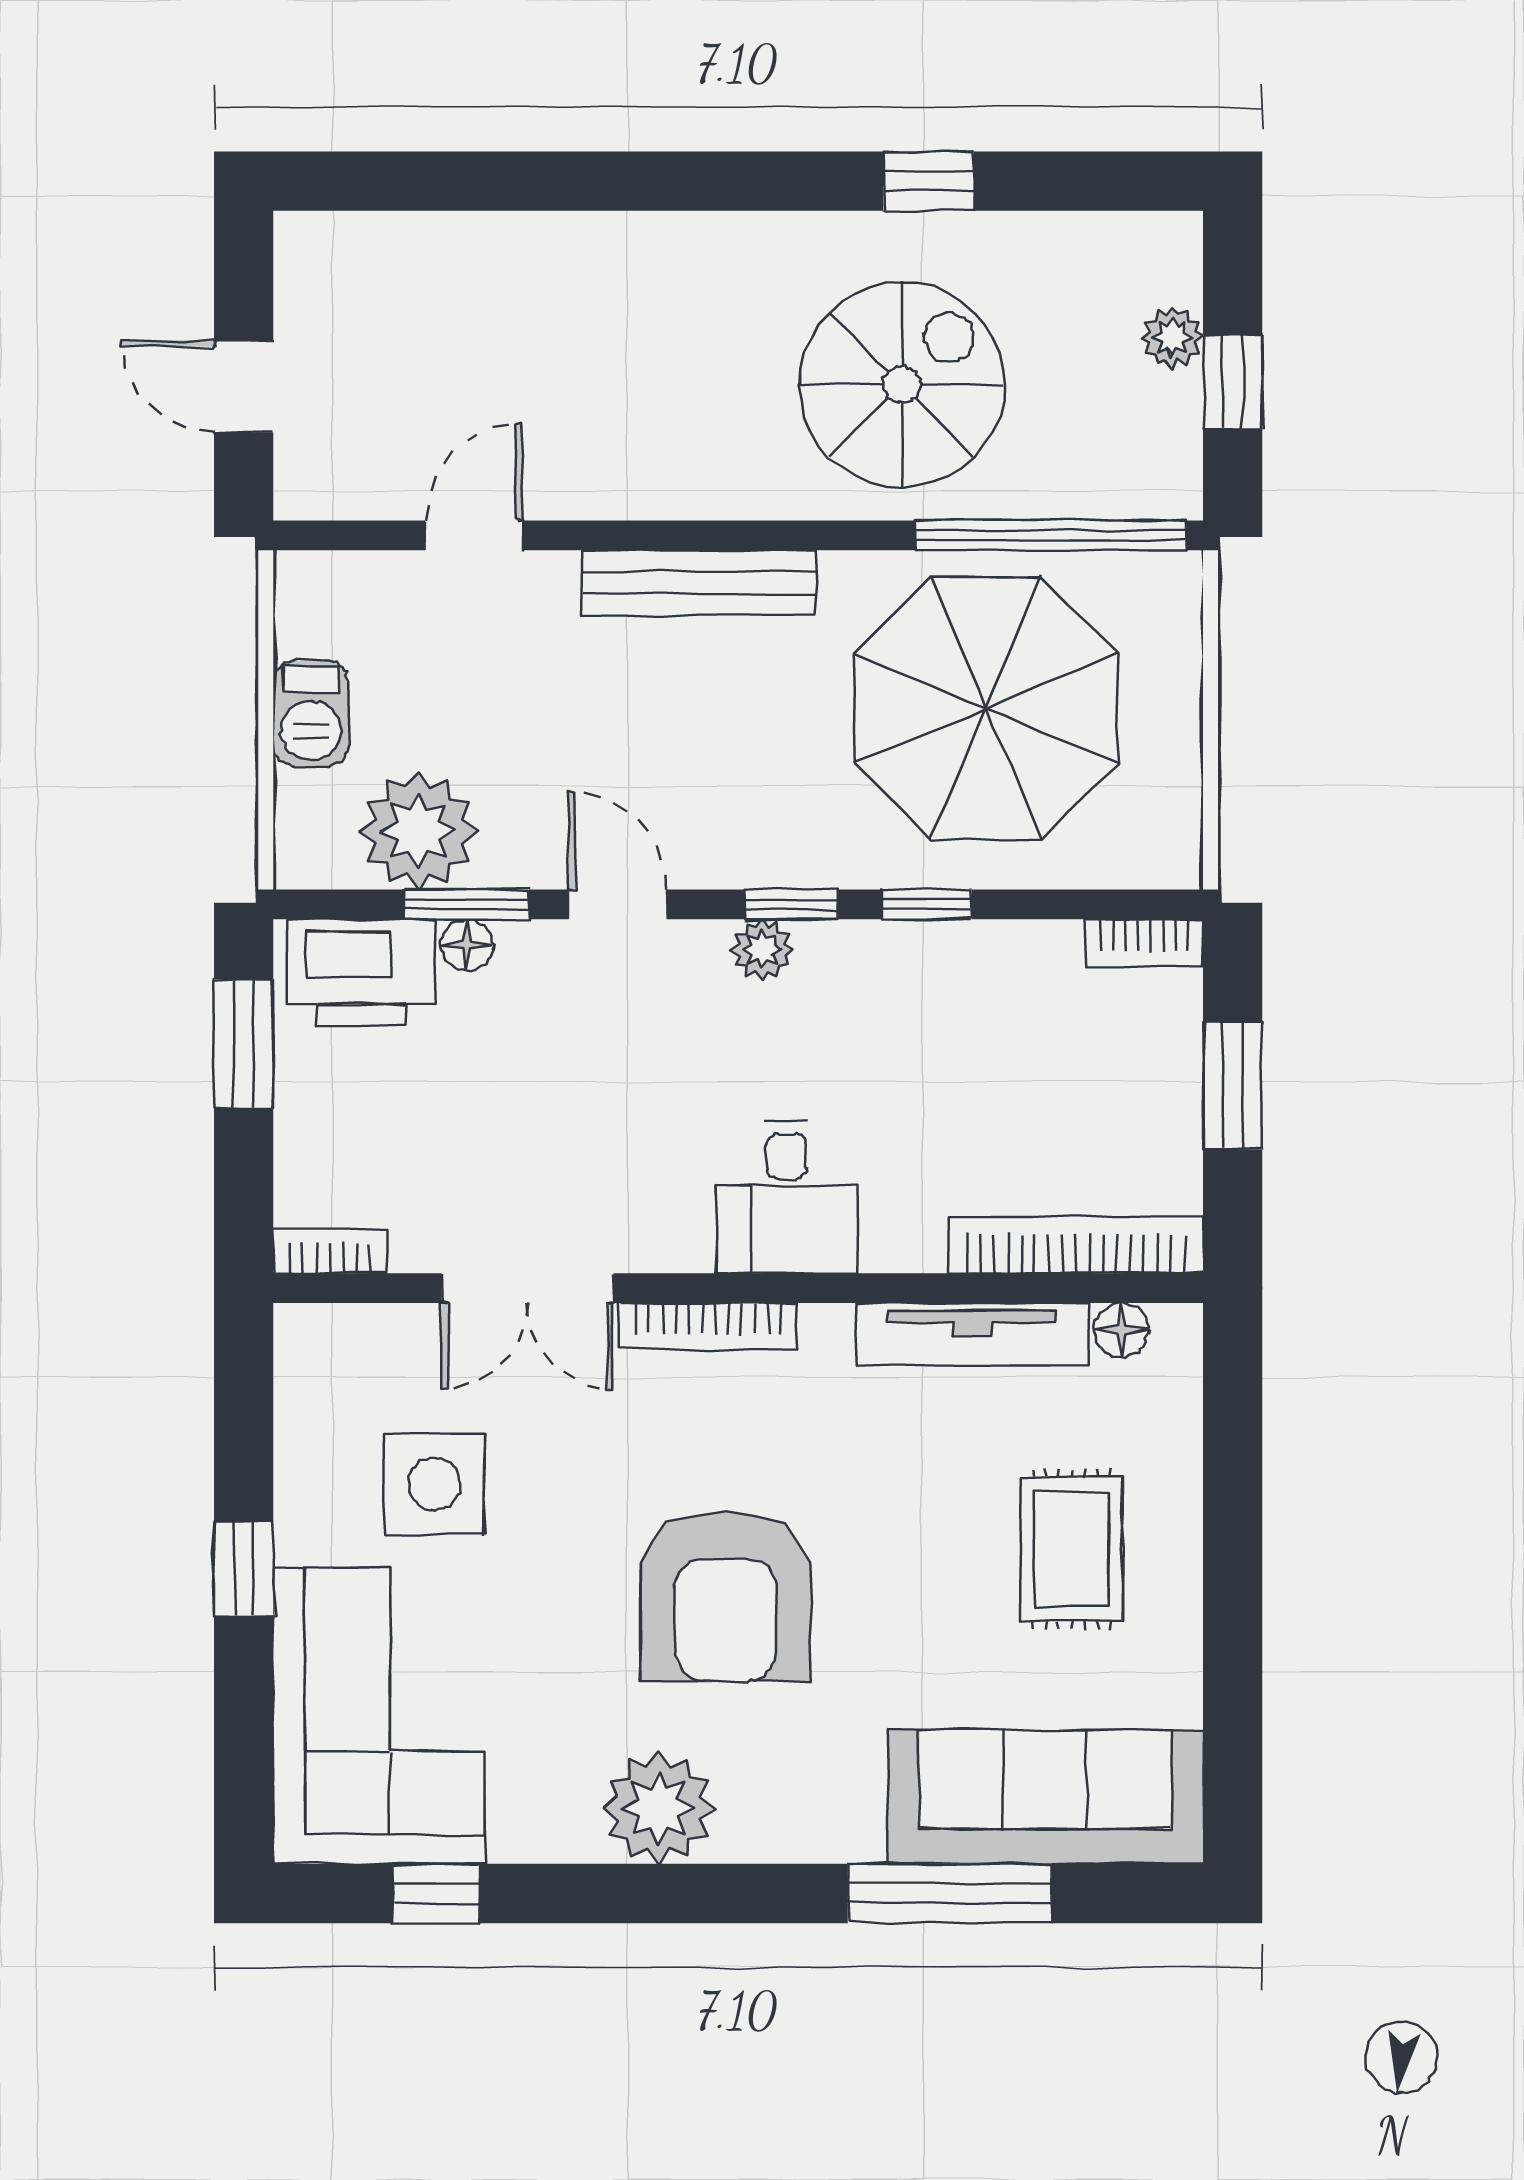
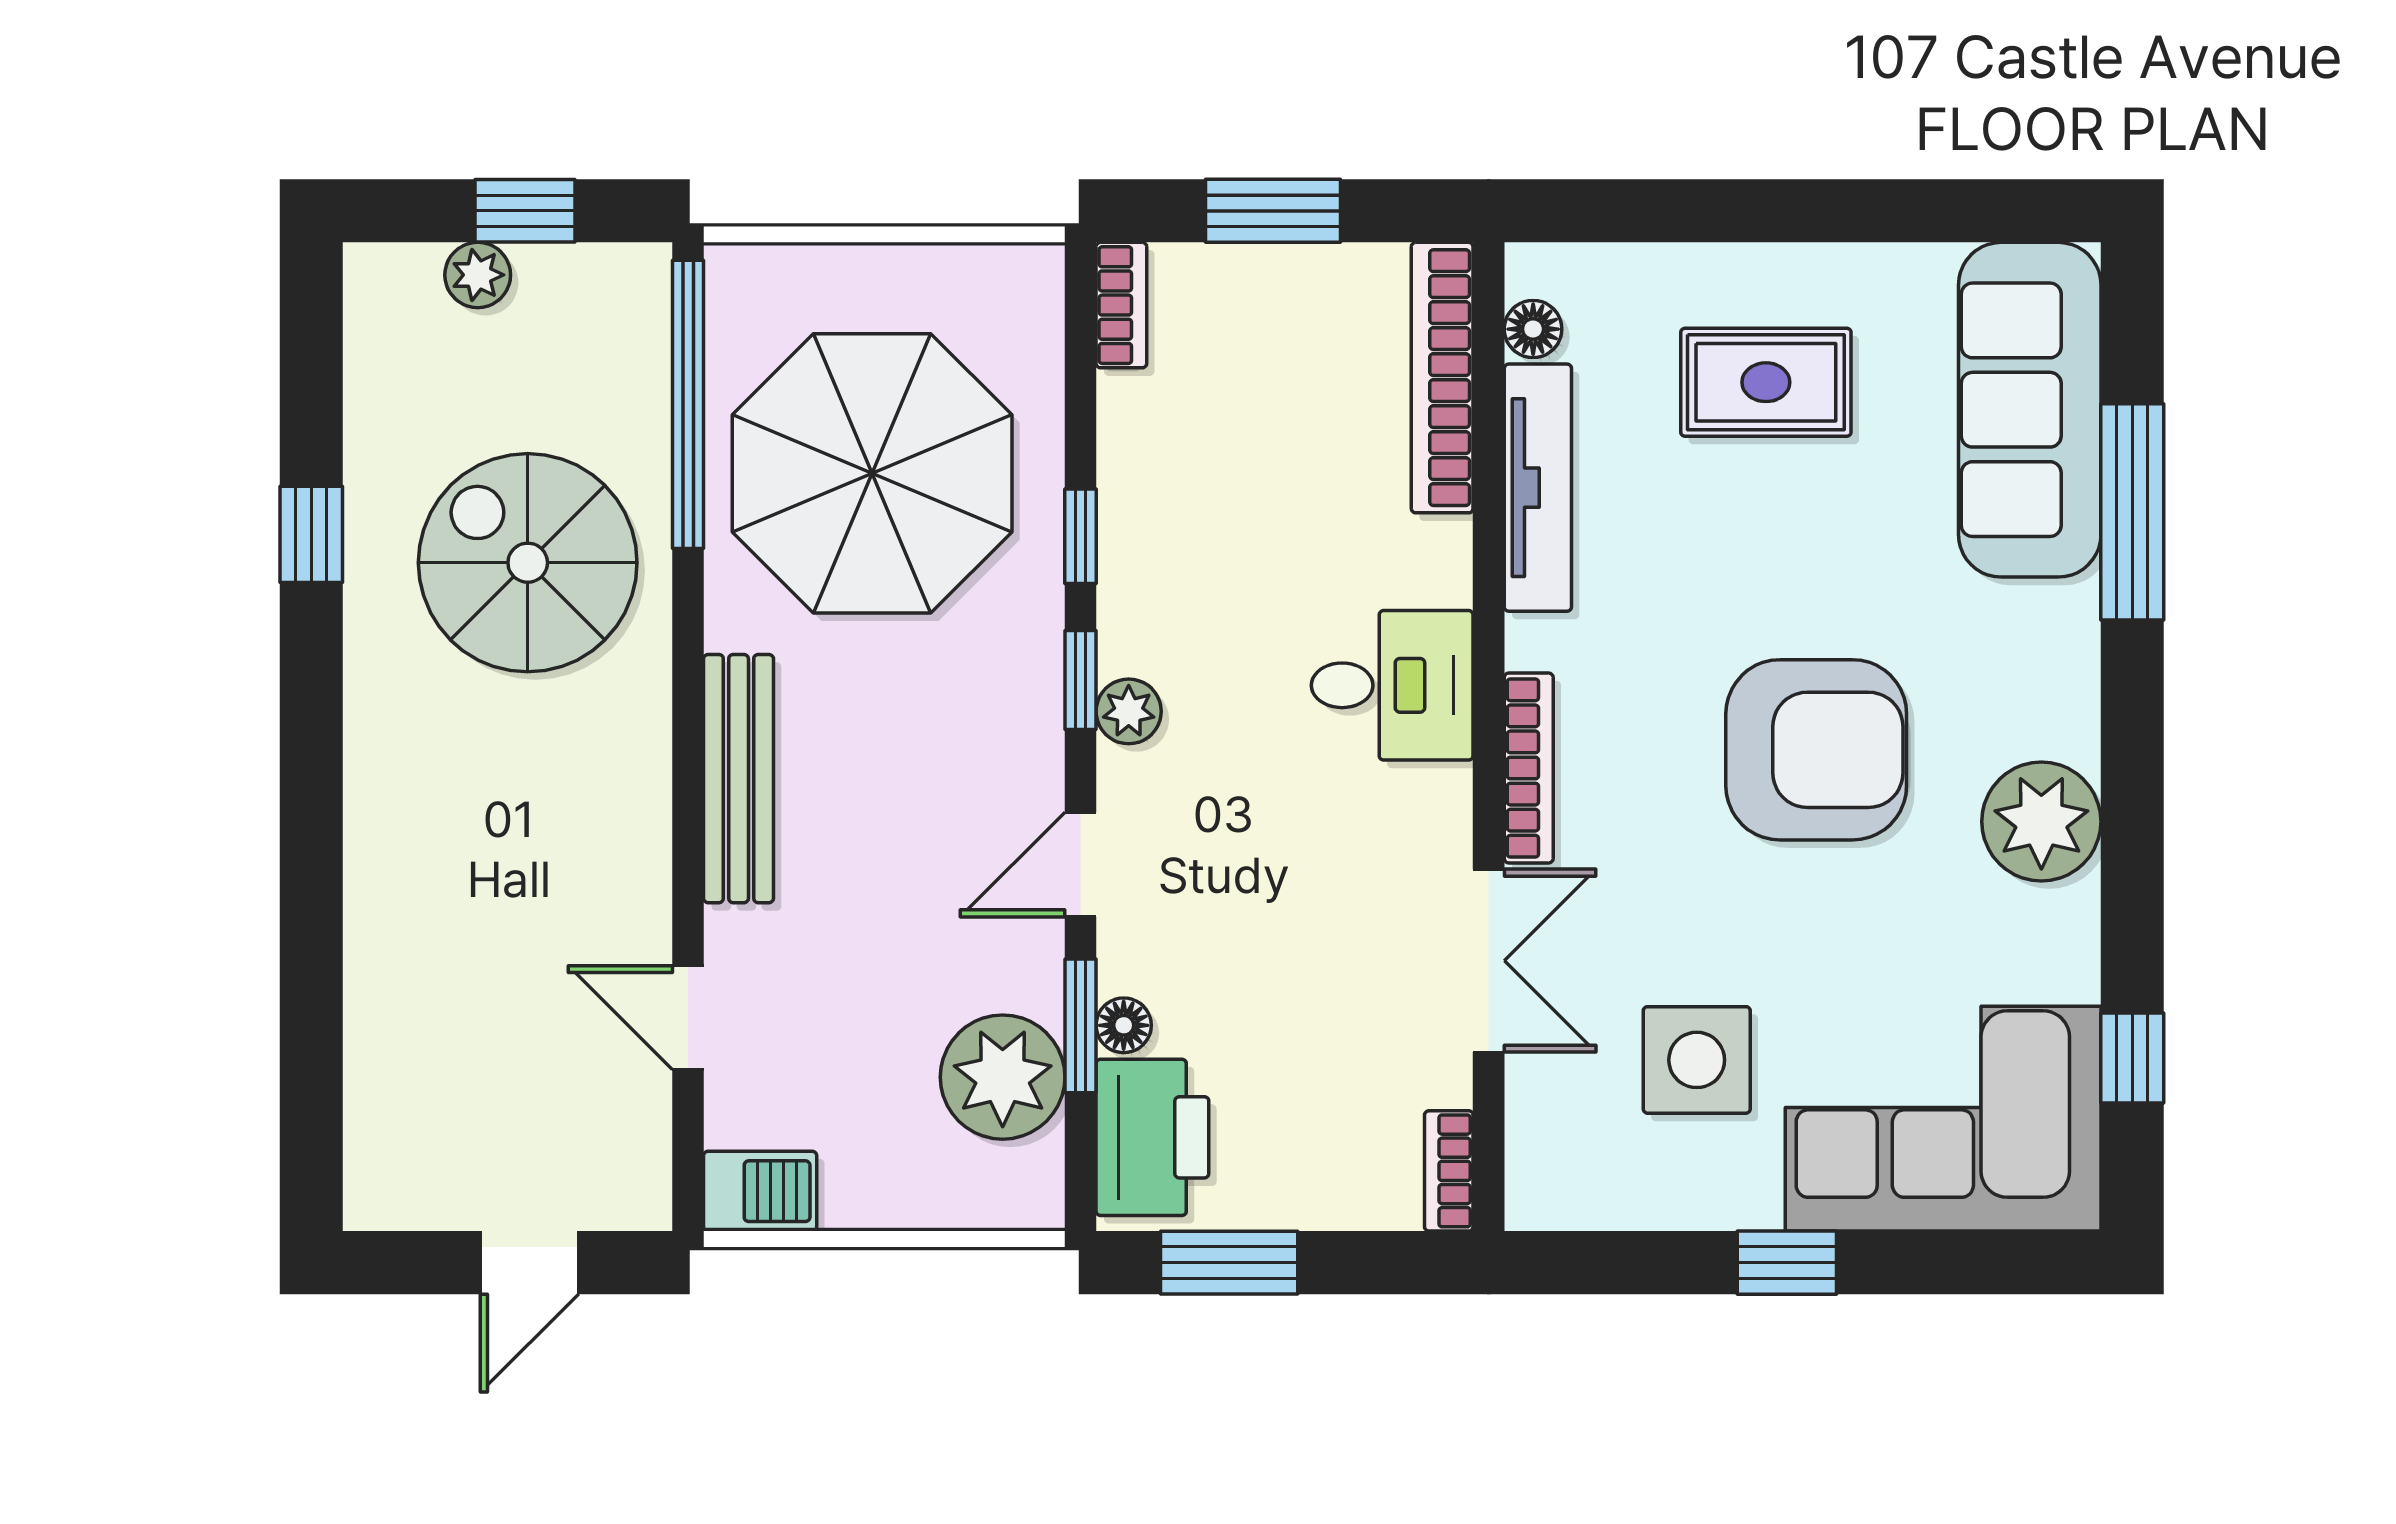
barbecue: (311, 714) -> (760, 1191), moved

